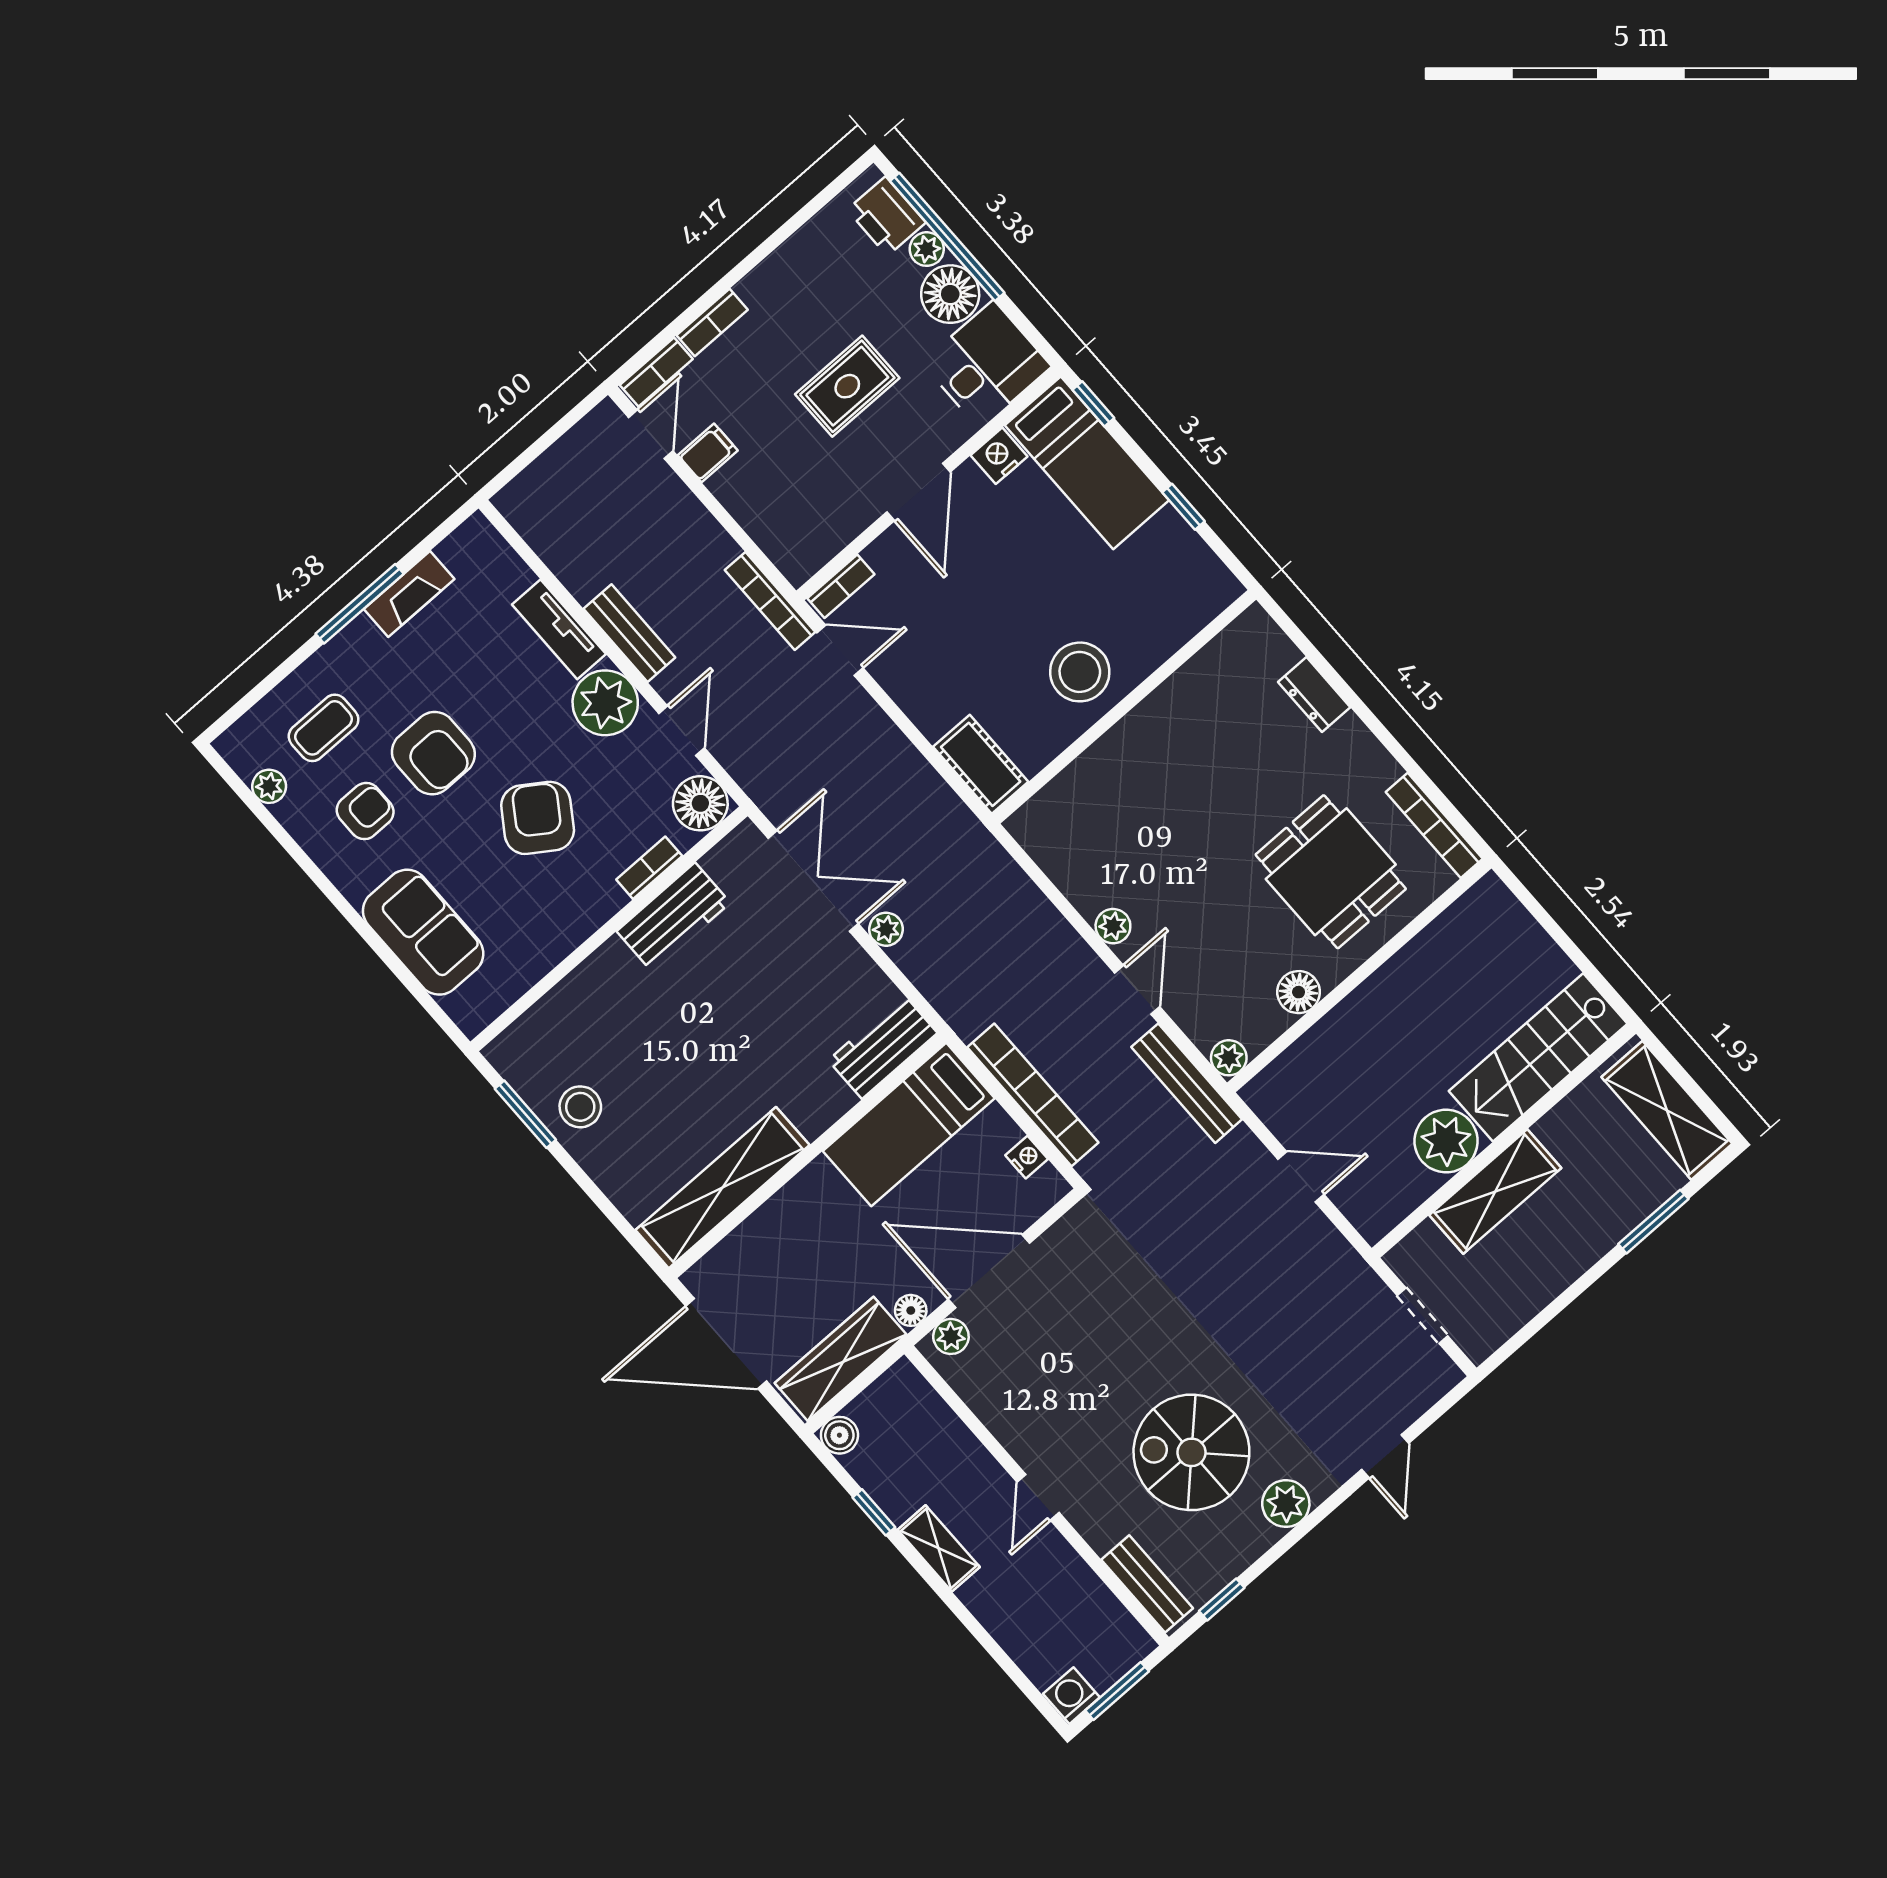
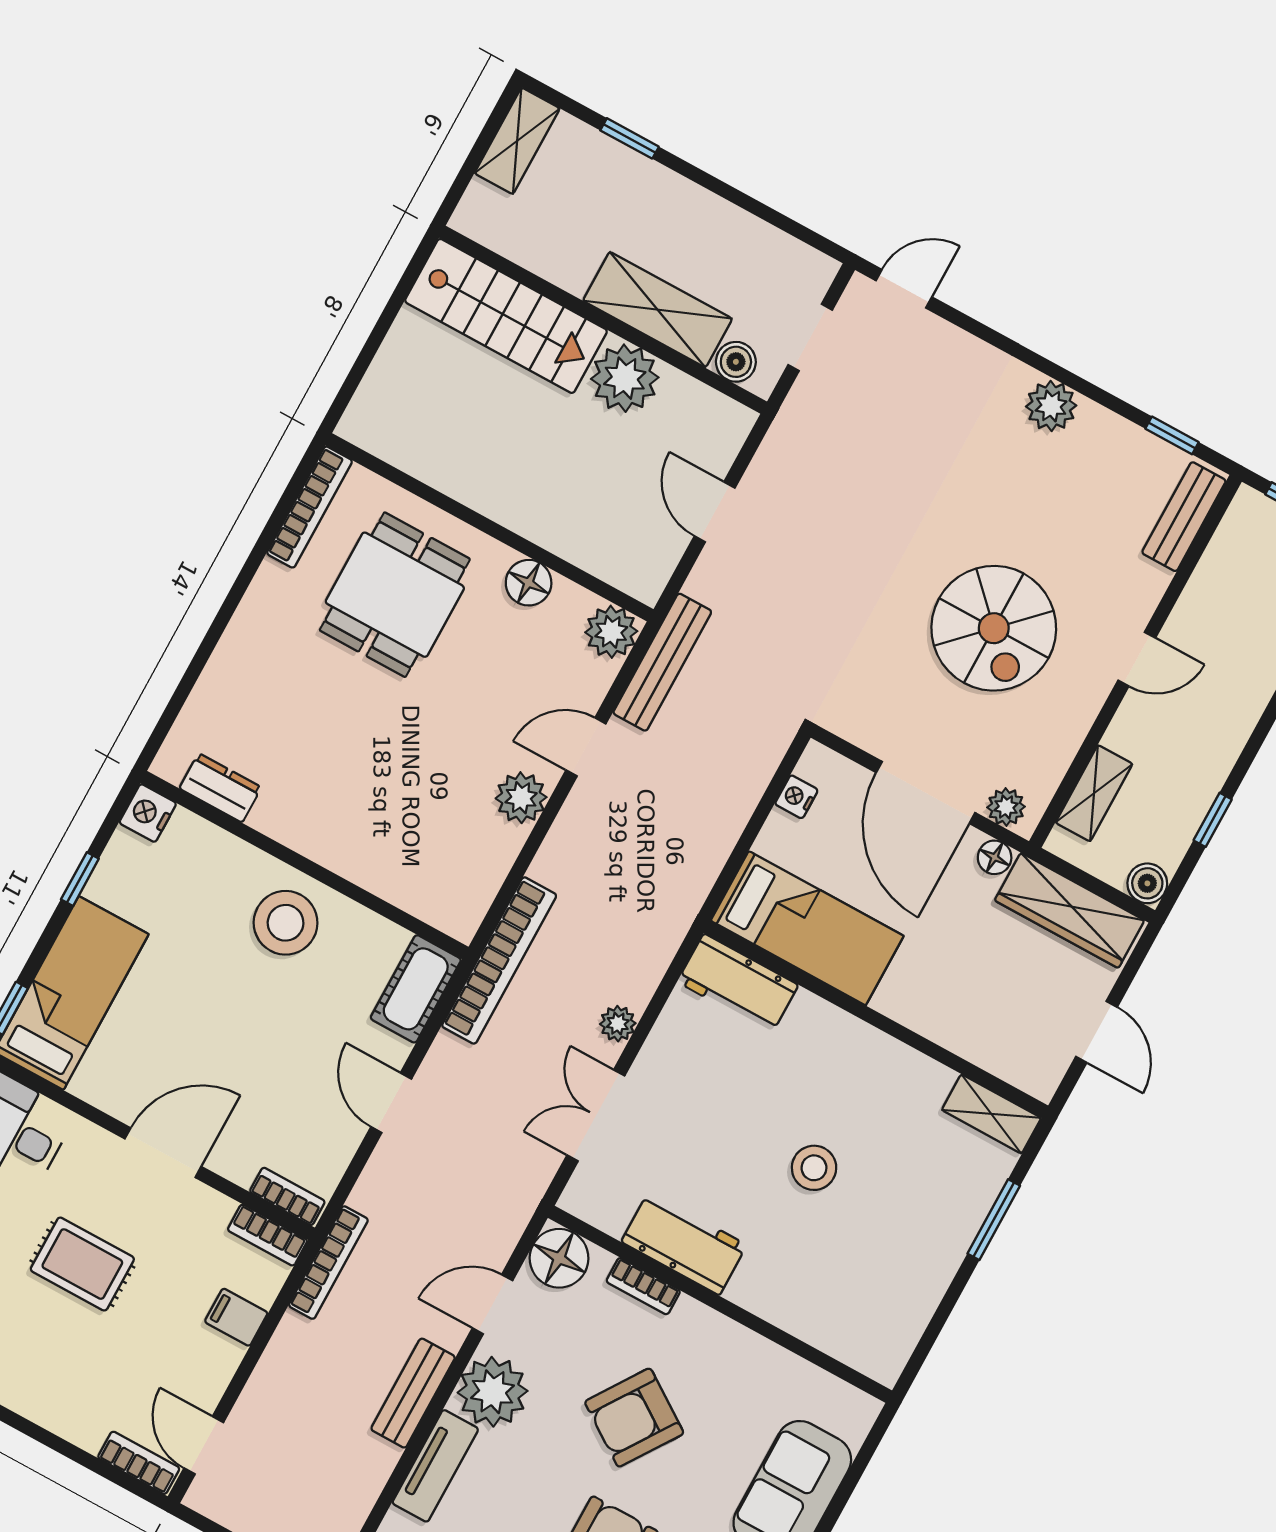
bookcase: (712, 322) -> (267, 1235), moved, turned 180
door: (651, 434) -> (204, 1445), hinge flipped
filing cabinet: (708, 453) -> (236, 1317), moved
nightstand: (999, 456) -> (148, 813), moved, turned 90
door: (840, 650) -> (391, 1103), moved
dresser: (1314, 695) -> (220, 788), moved, turned -90
double door: (813, 881) -> (596, 1115), width x0.73
plant: (1113, 926) -> (521, 798), width x1.38, depth x1.38
plant: (1229, 1058) -> (611, 632), width x1.38, depth x1.38
bookcase: (1033, 1095) -> (499, 960), moved, turned 180
stool: (580, 1107) -> (814, 1168), moved
shelving: (1667, 1110) -> (517, 141), width x0.67, depth x0.75
window: (525, 1114) -> (994, 1220), moved
shelving: (722, 1188) -> (991, 1114), width x0.45, depth x0.75
window: (1653, 1222) -> (629, 138), width x0.67
boiler: (1425, 1243) -> (736, 362), added
door: (726, 1344) -> (1097, 1032), width x0.53
spiral stairs: (1191, 1452) -> (994, 628), moved
door: (1385, 1456) -> (904, 289), moved
shelving: (939, 1548) -> (1094, 793), moved

